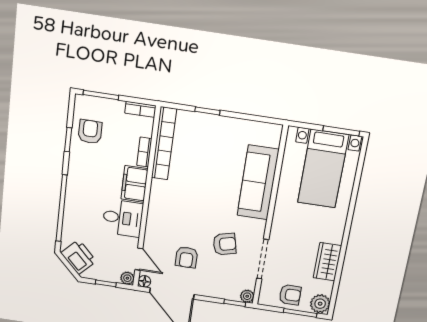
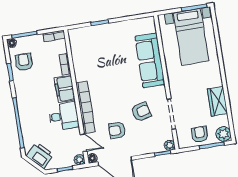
floor lamp: (81, 101) -> (12, 43), added
bookcase: (164, 143) -> (85, 107), moved
armchair: (186, 257) -> (117, 130), turned 90
armchair: (290, 295) -> (200, 134), turned -90

